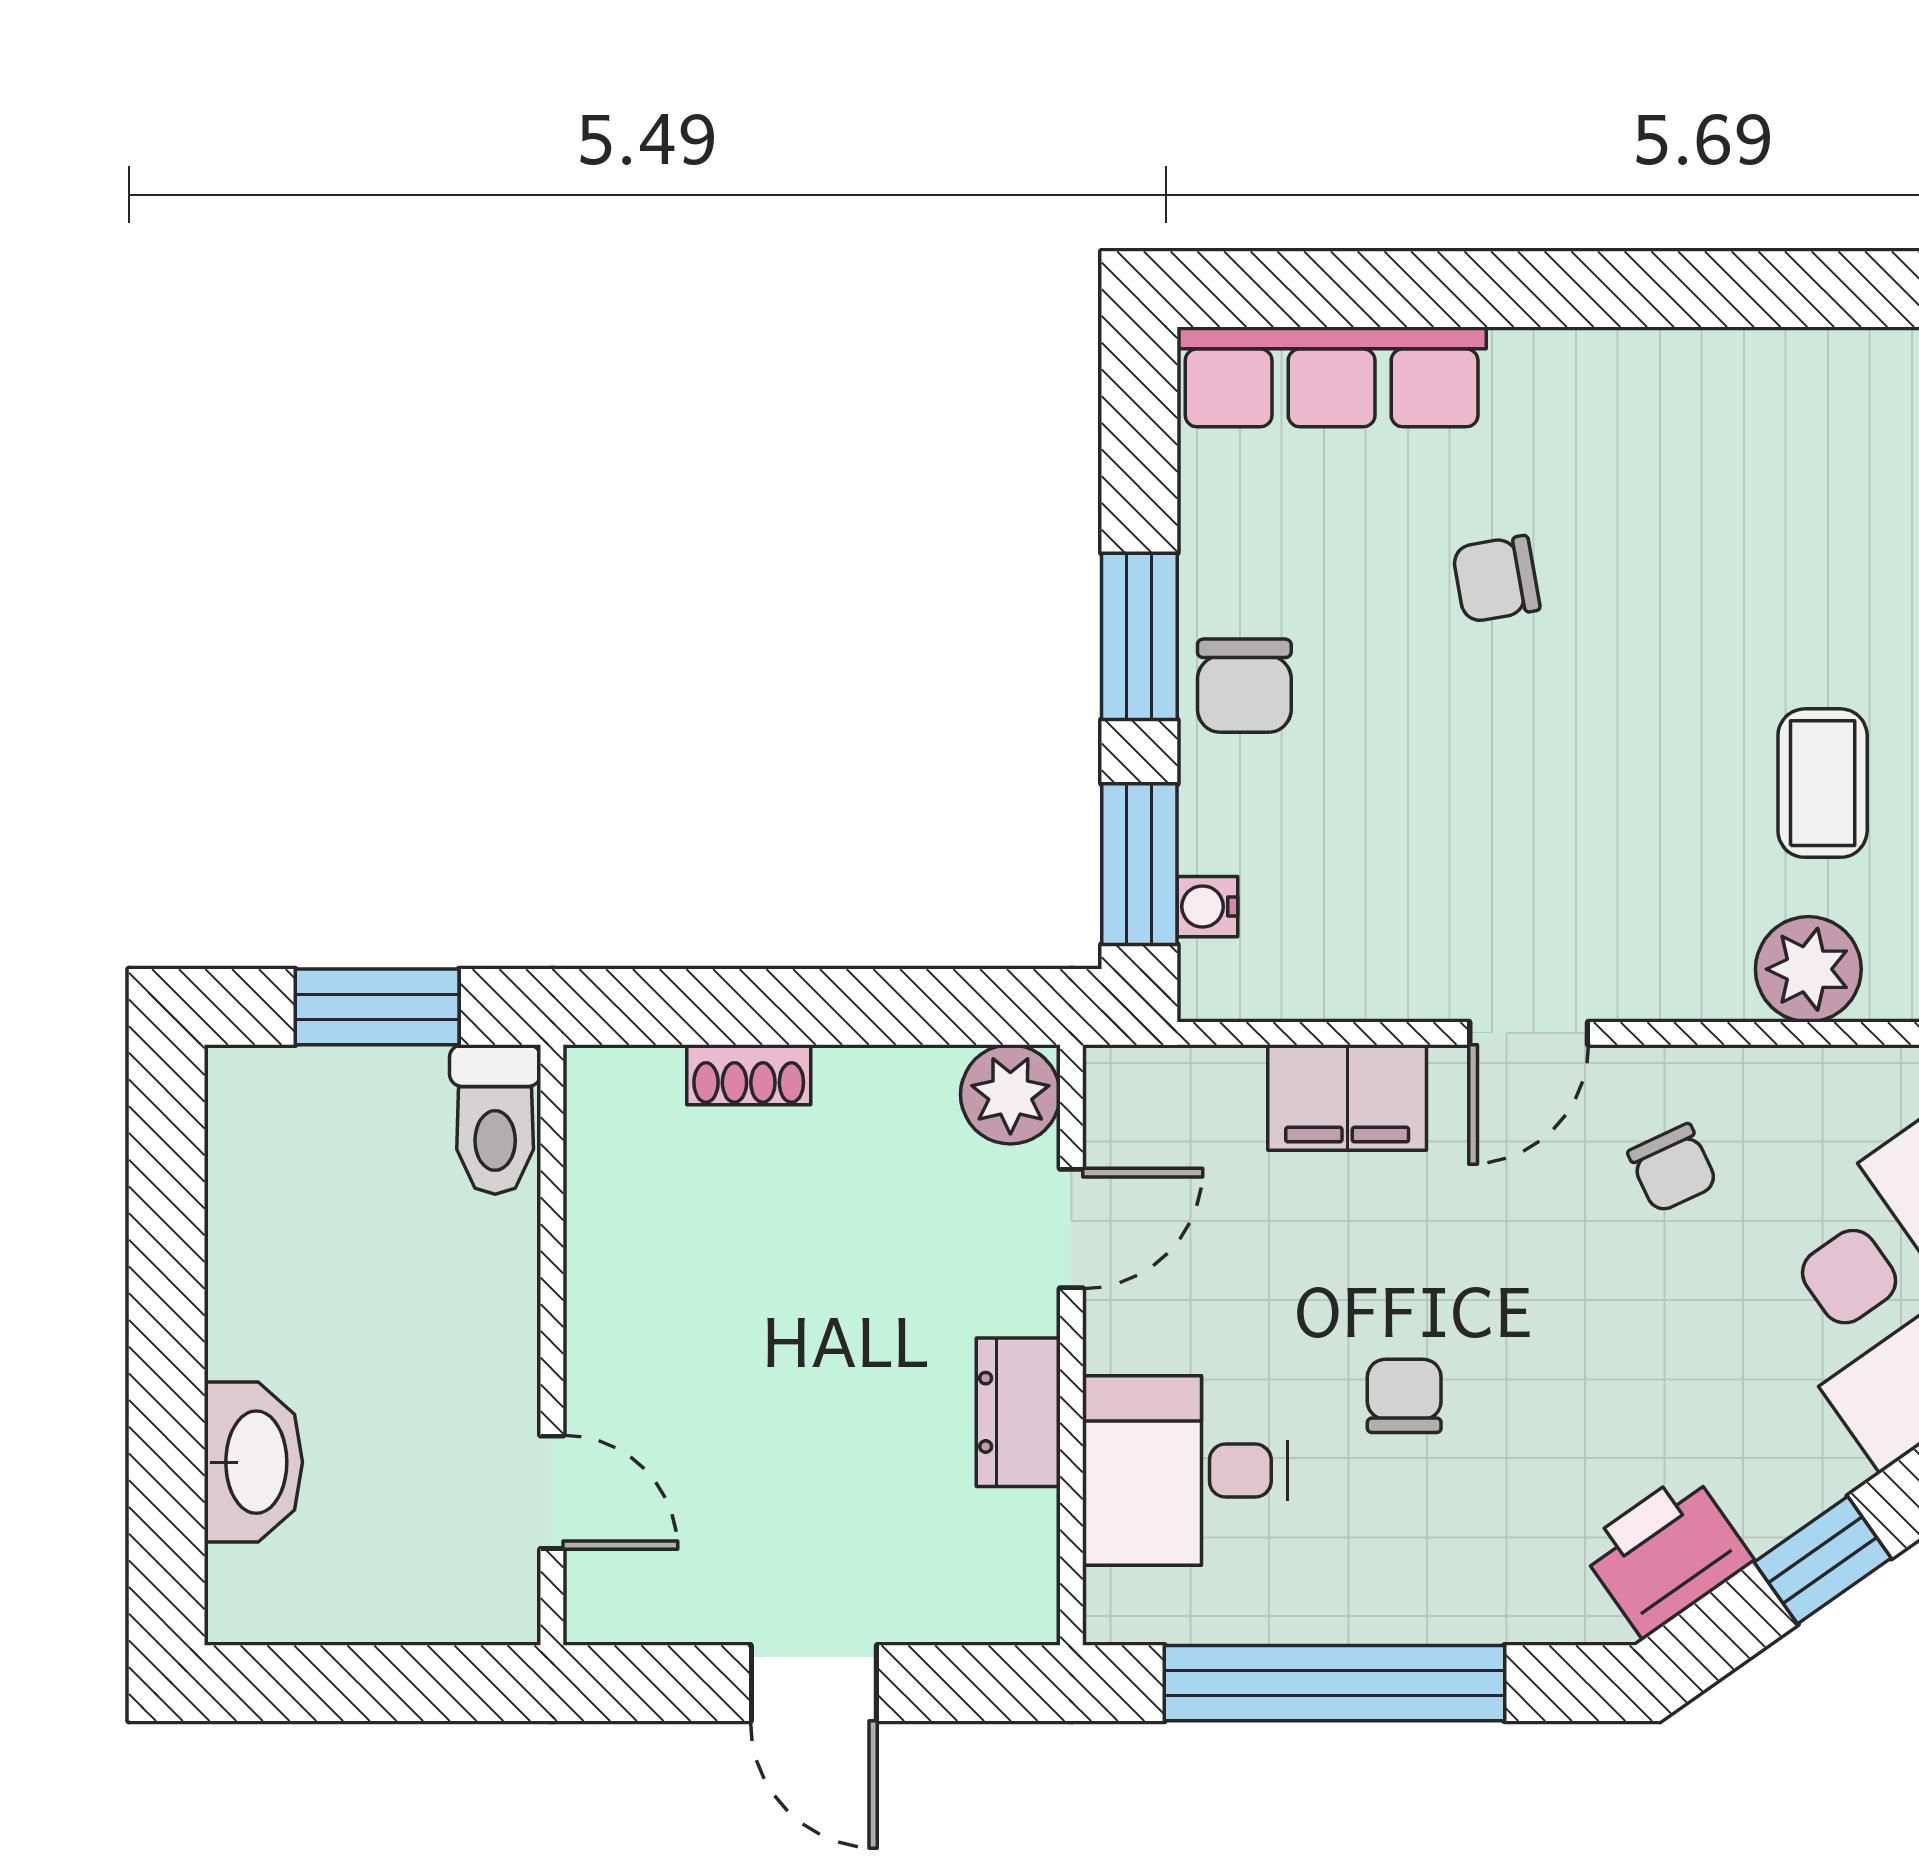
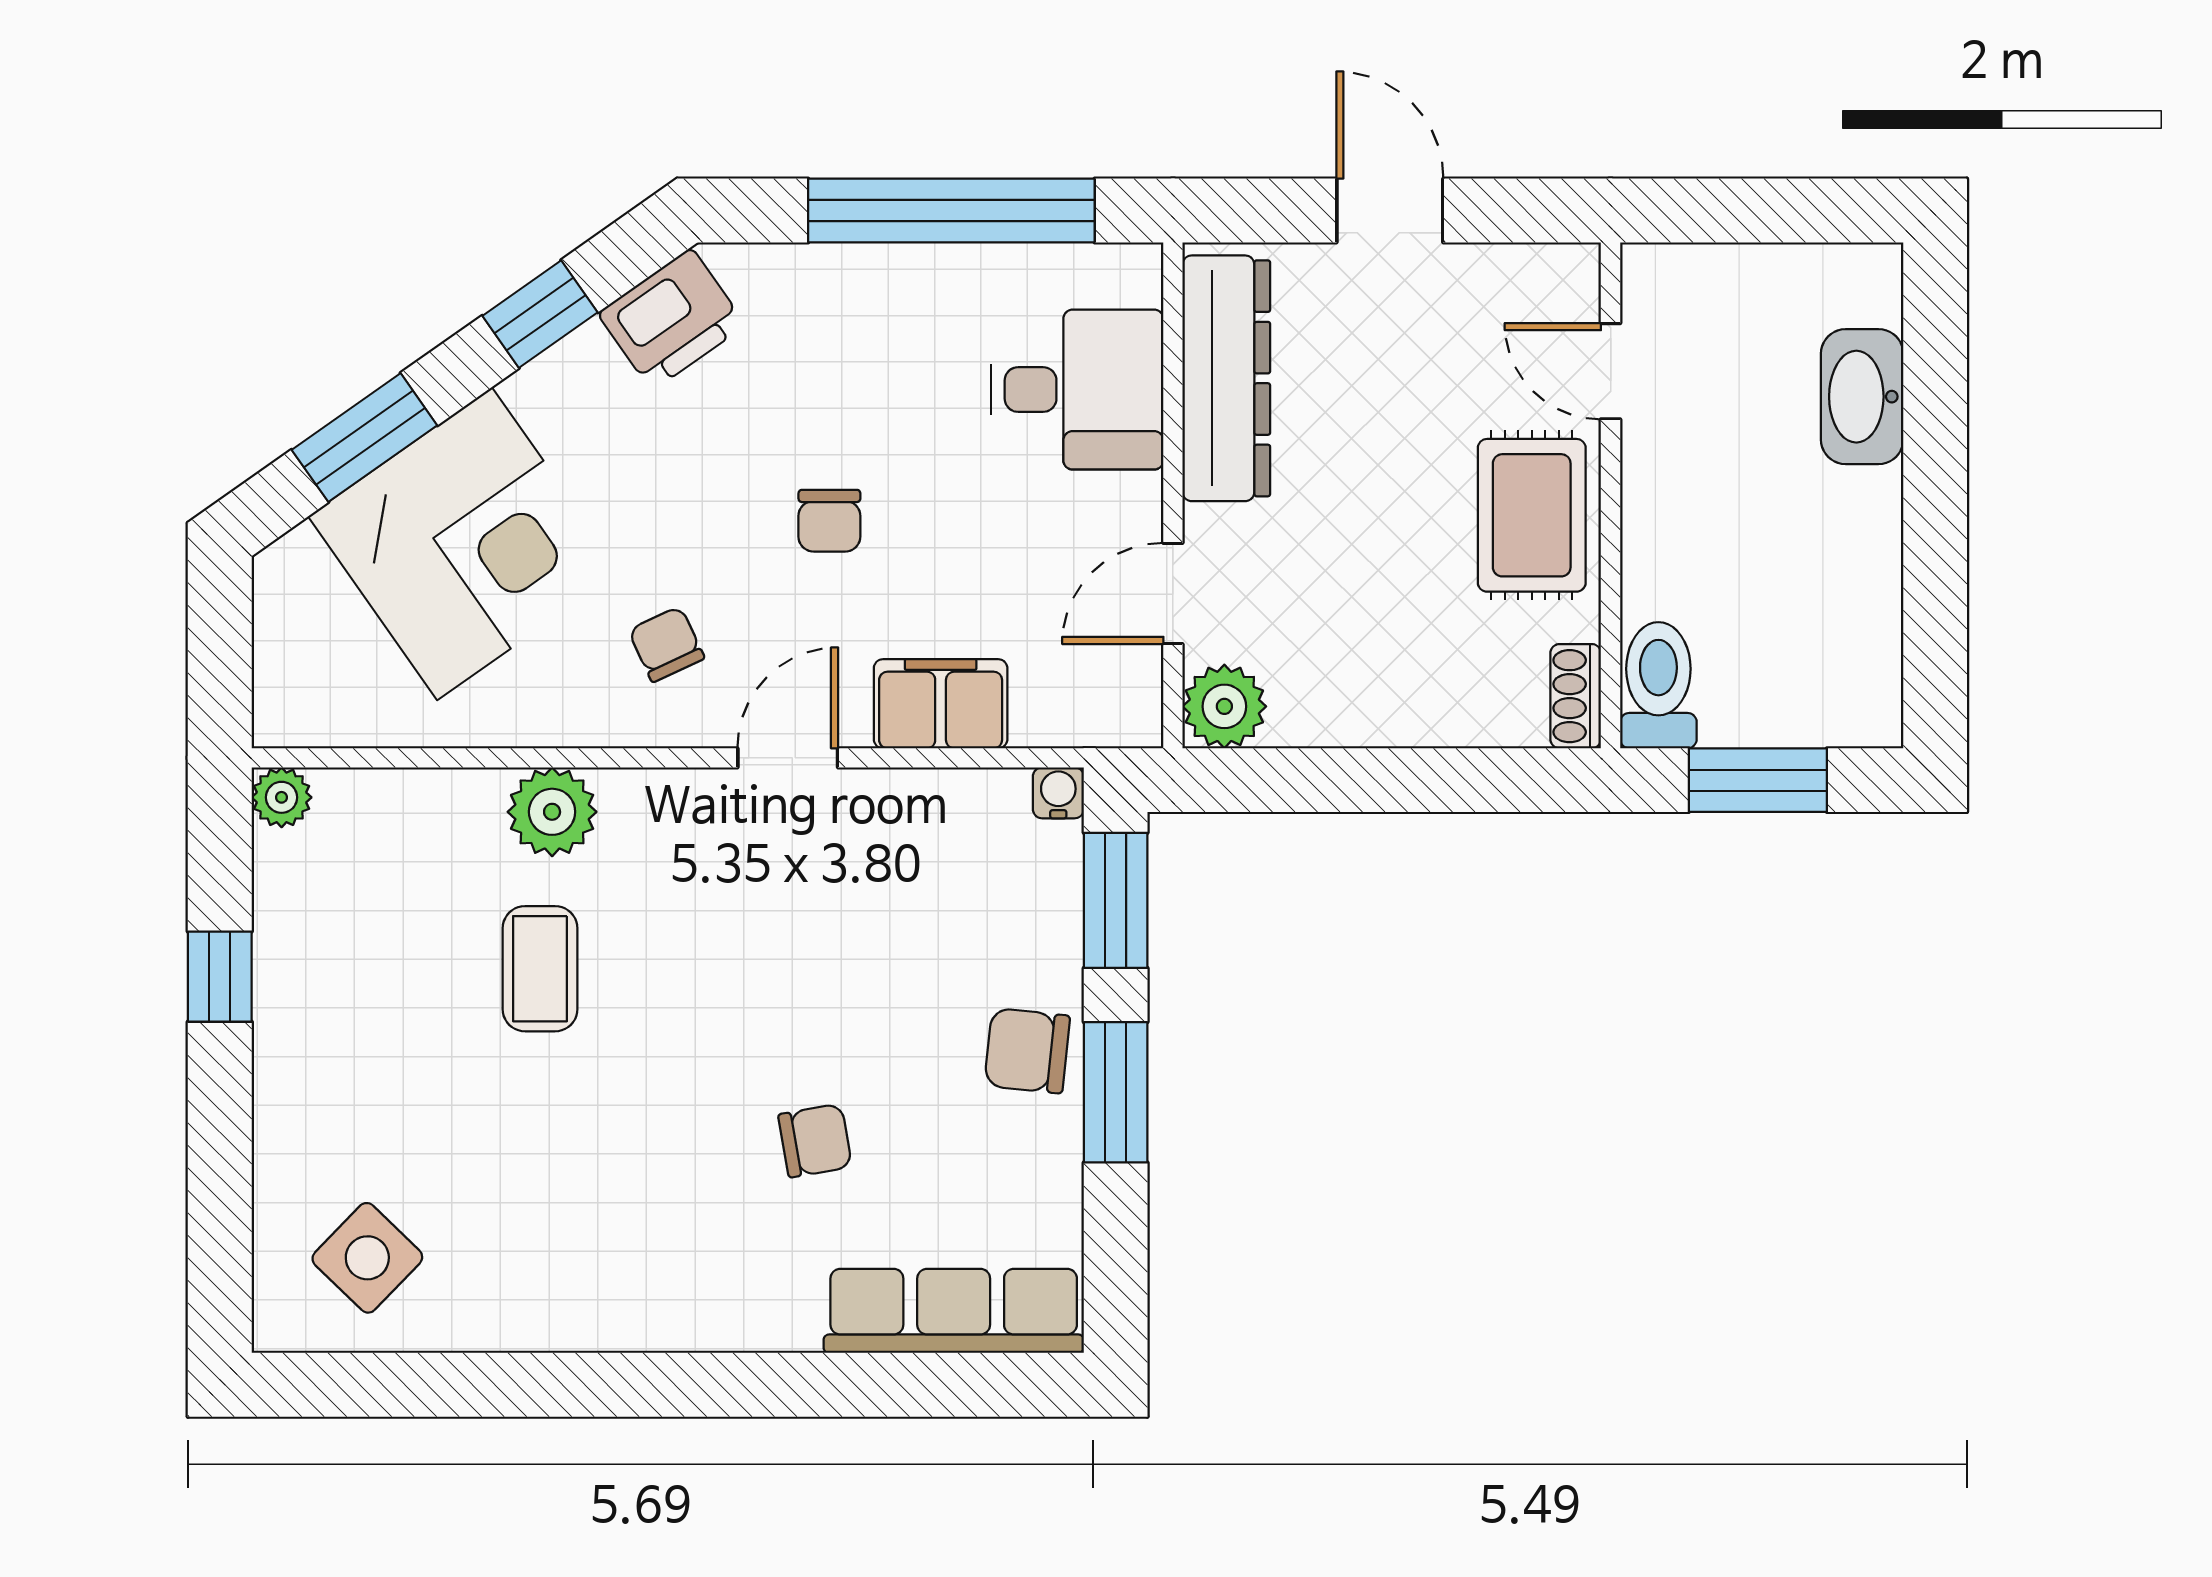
chair: (1244, 686) -> (1027, 1051), turned -84
water cooler: (1207, 907) -> (1058, 793), moved, turned -90
shoe rack: (749, 1075) -> (1576, 696), moved, turned -90
rug: (645, 1321) -> (1532, 515), added
chair: (1404, 1396) -> (829, 521), moved
dresser: (1018, 1412) -> (1226, 378), width x1.96, depth x1.24

